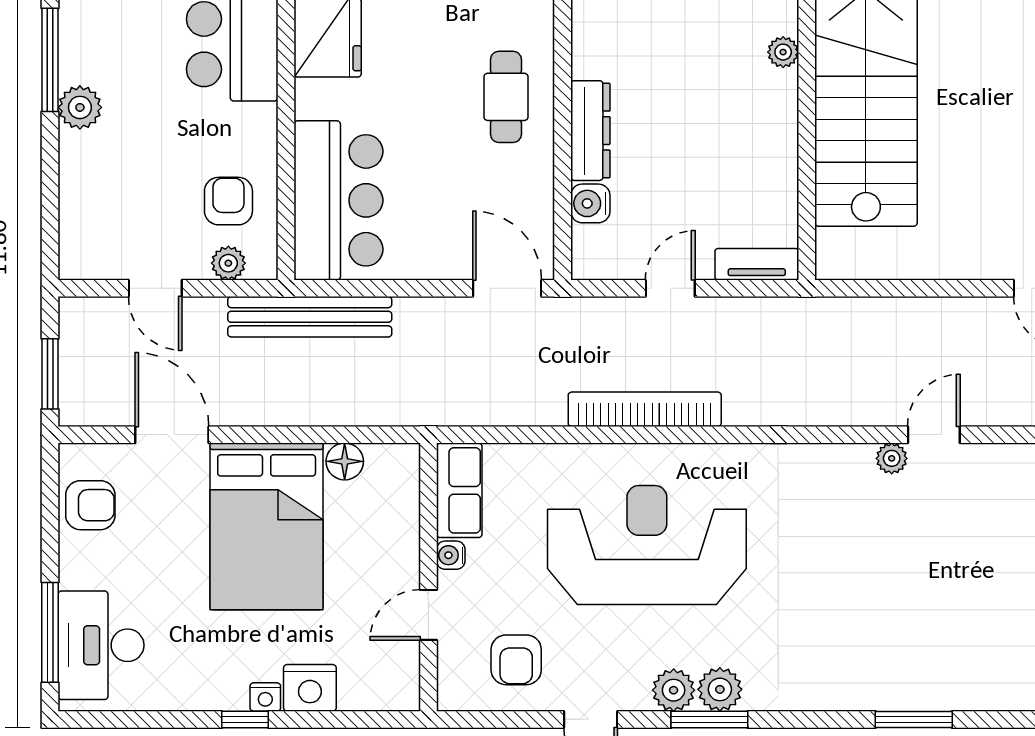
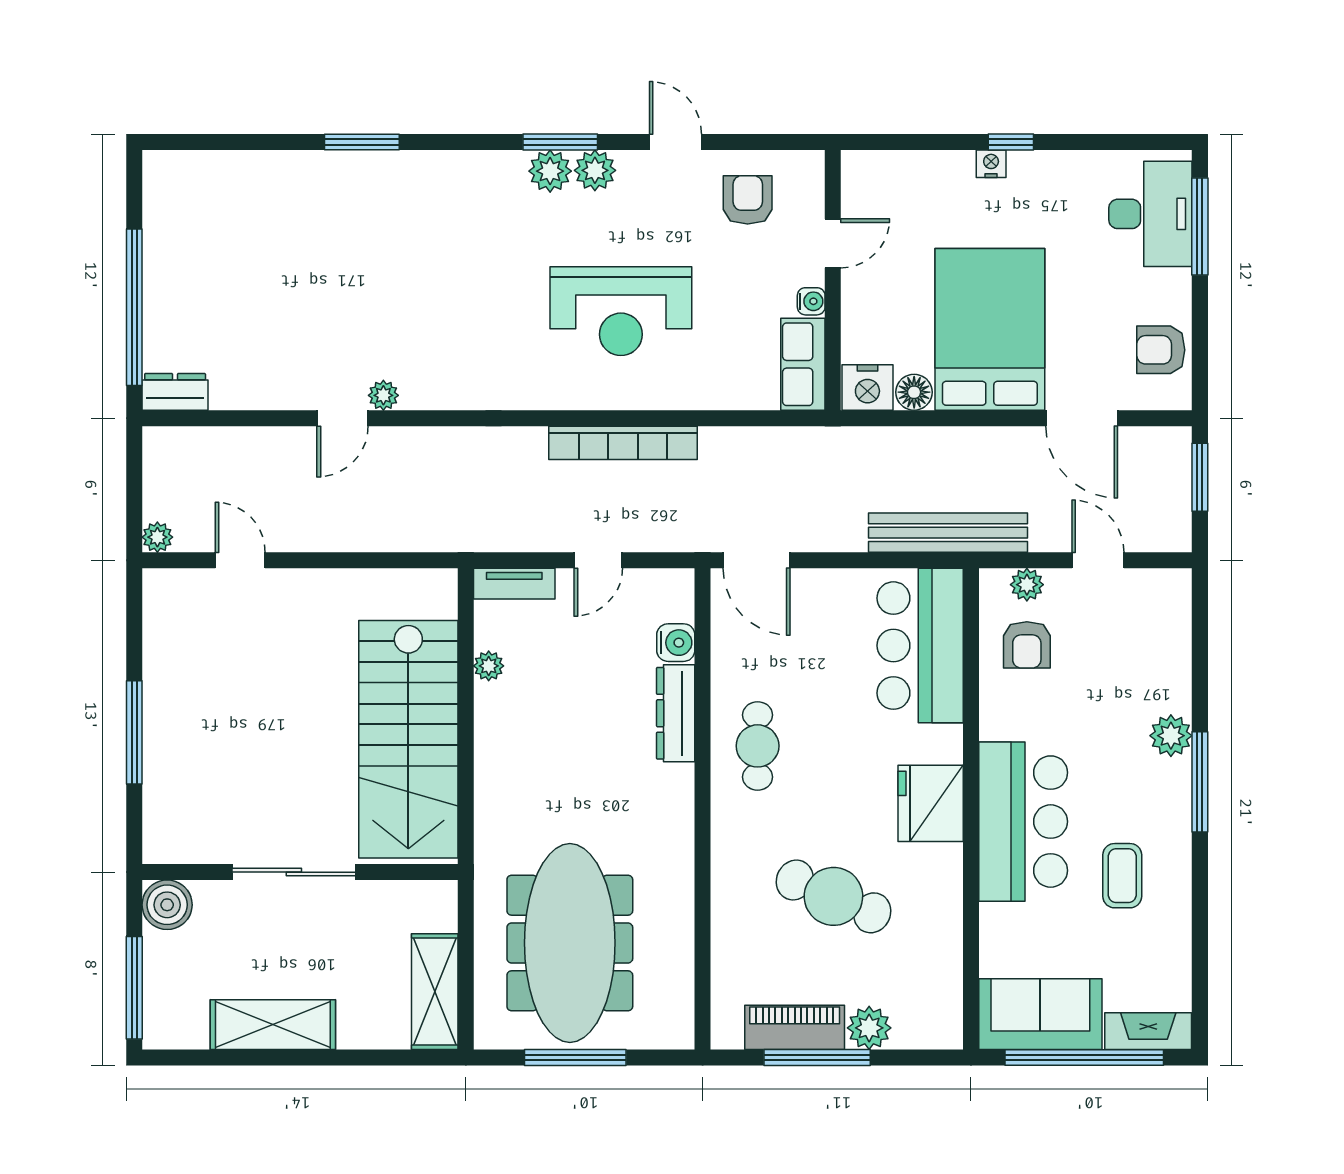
plant: (783, 52) -> (489, 666), moved
reception desk: (647, 545) -> (621, 311), width x0.74, depth x0.77
nightstand: (310, 688) -> (867, 387), moved, turned 180

